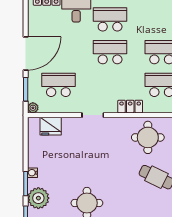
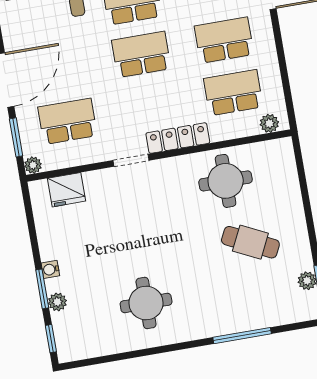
locker: (130, 107) -> (178, 138), width x1.53
plant: (38, 198) -> (57, 302), width x0.53, depth x0.53

